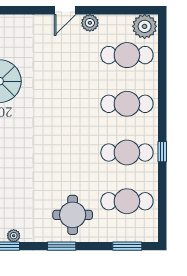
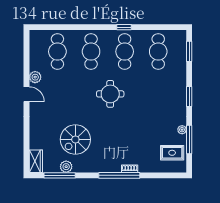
plant: (145, 26) -> (38, 39), removed
round table: (73, 215) -> (110, 94), moved

